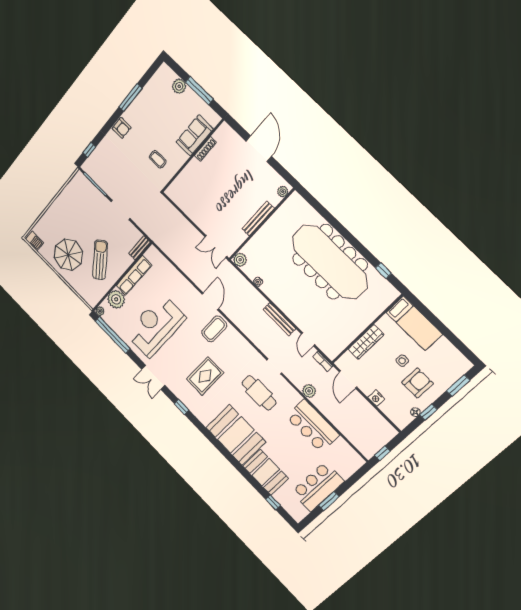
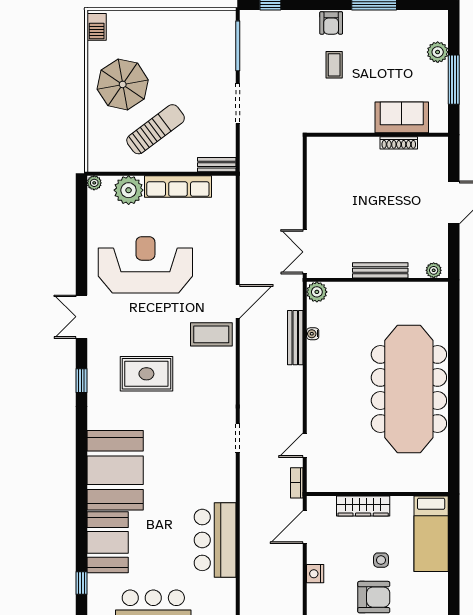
coffee table: (158, 159) -> (334, 65), moved
window: (383, 271) -> (454, 451), removed
bench: (279, 319) -> (295, 338), moved
window: (113, 335) -> (81, 224), removed
plant: (309, 391) -> (250, 500), removed
cafe table: (259, 393) -> (191, 450), removed

